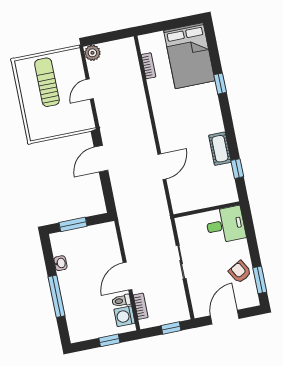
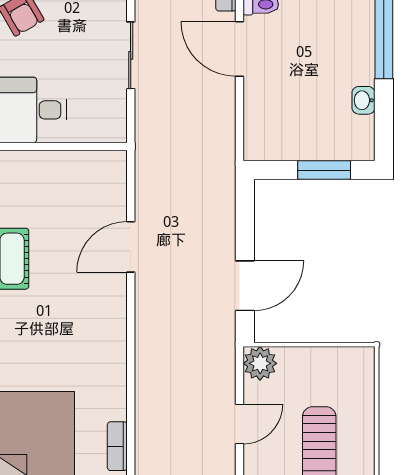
plant: (86, 121) -> (260, 363), added
door: (127, 276) -> (239, 49), swing flipped

